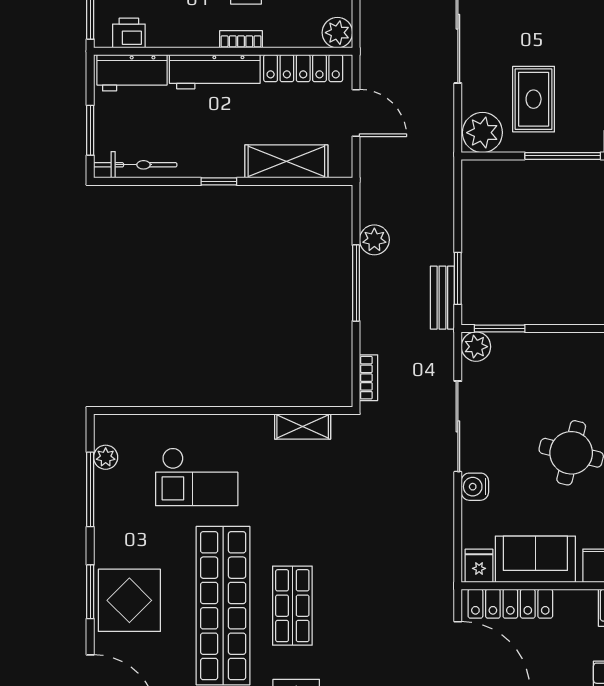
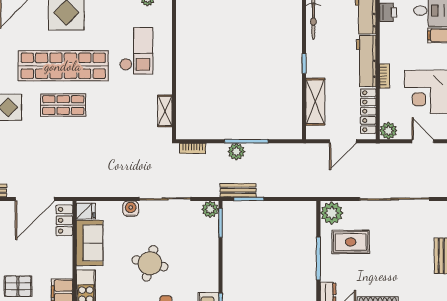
plant: (374, 240) -> (236, 152), moved
checkout: (197, 477) -> (136, 51), turned 180
locker: (510, 604) -> (64, 220), width x0.66

